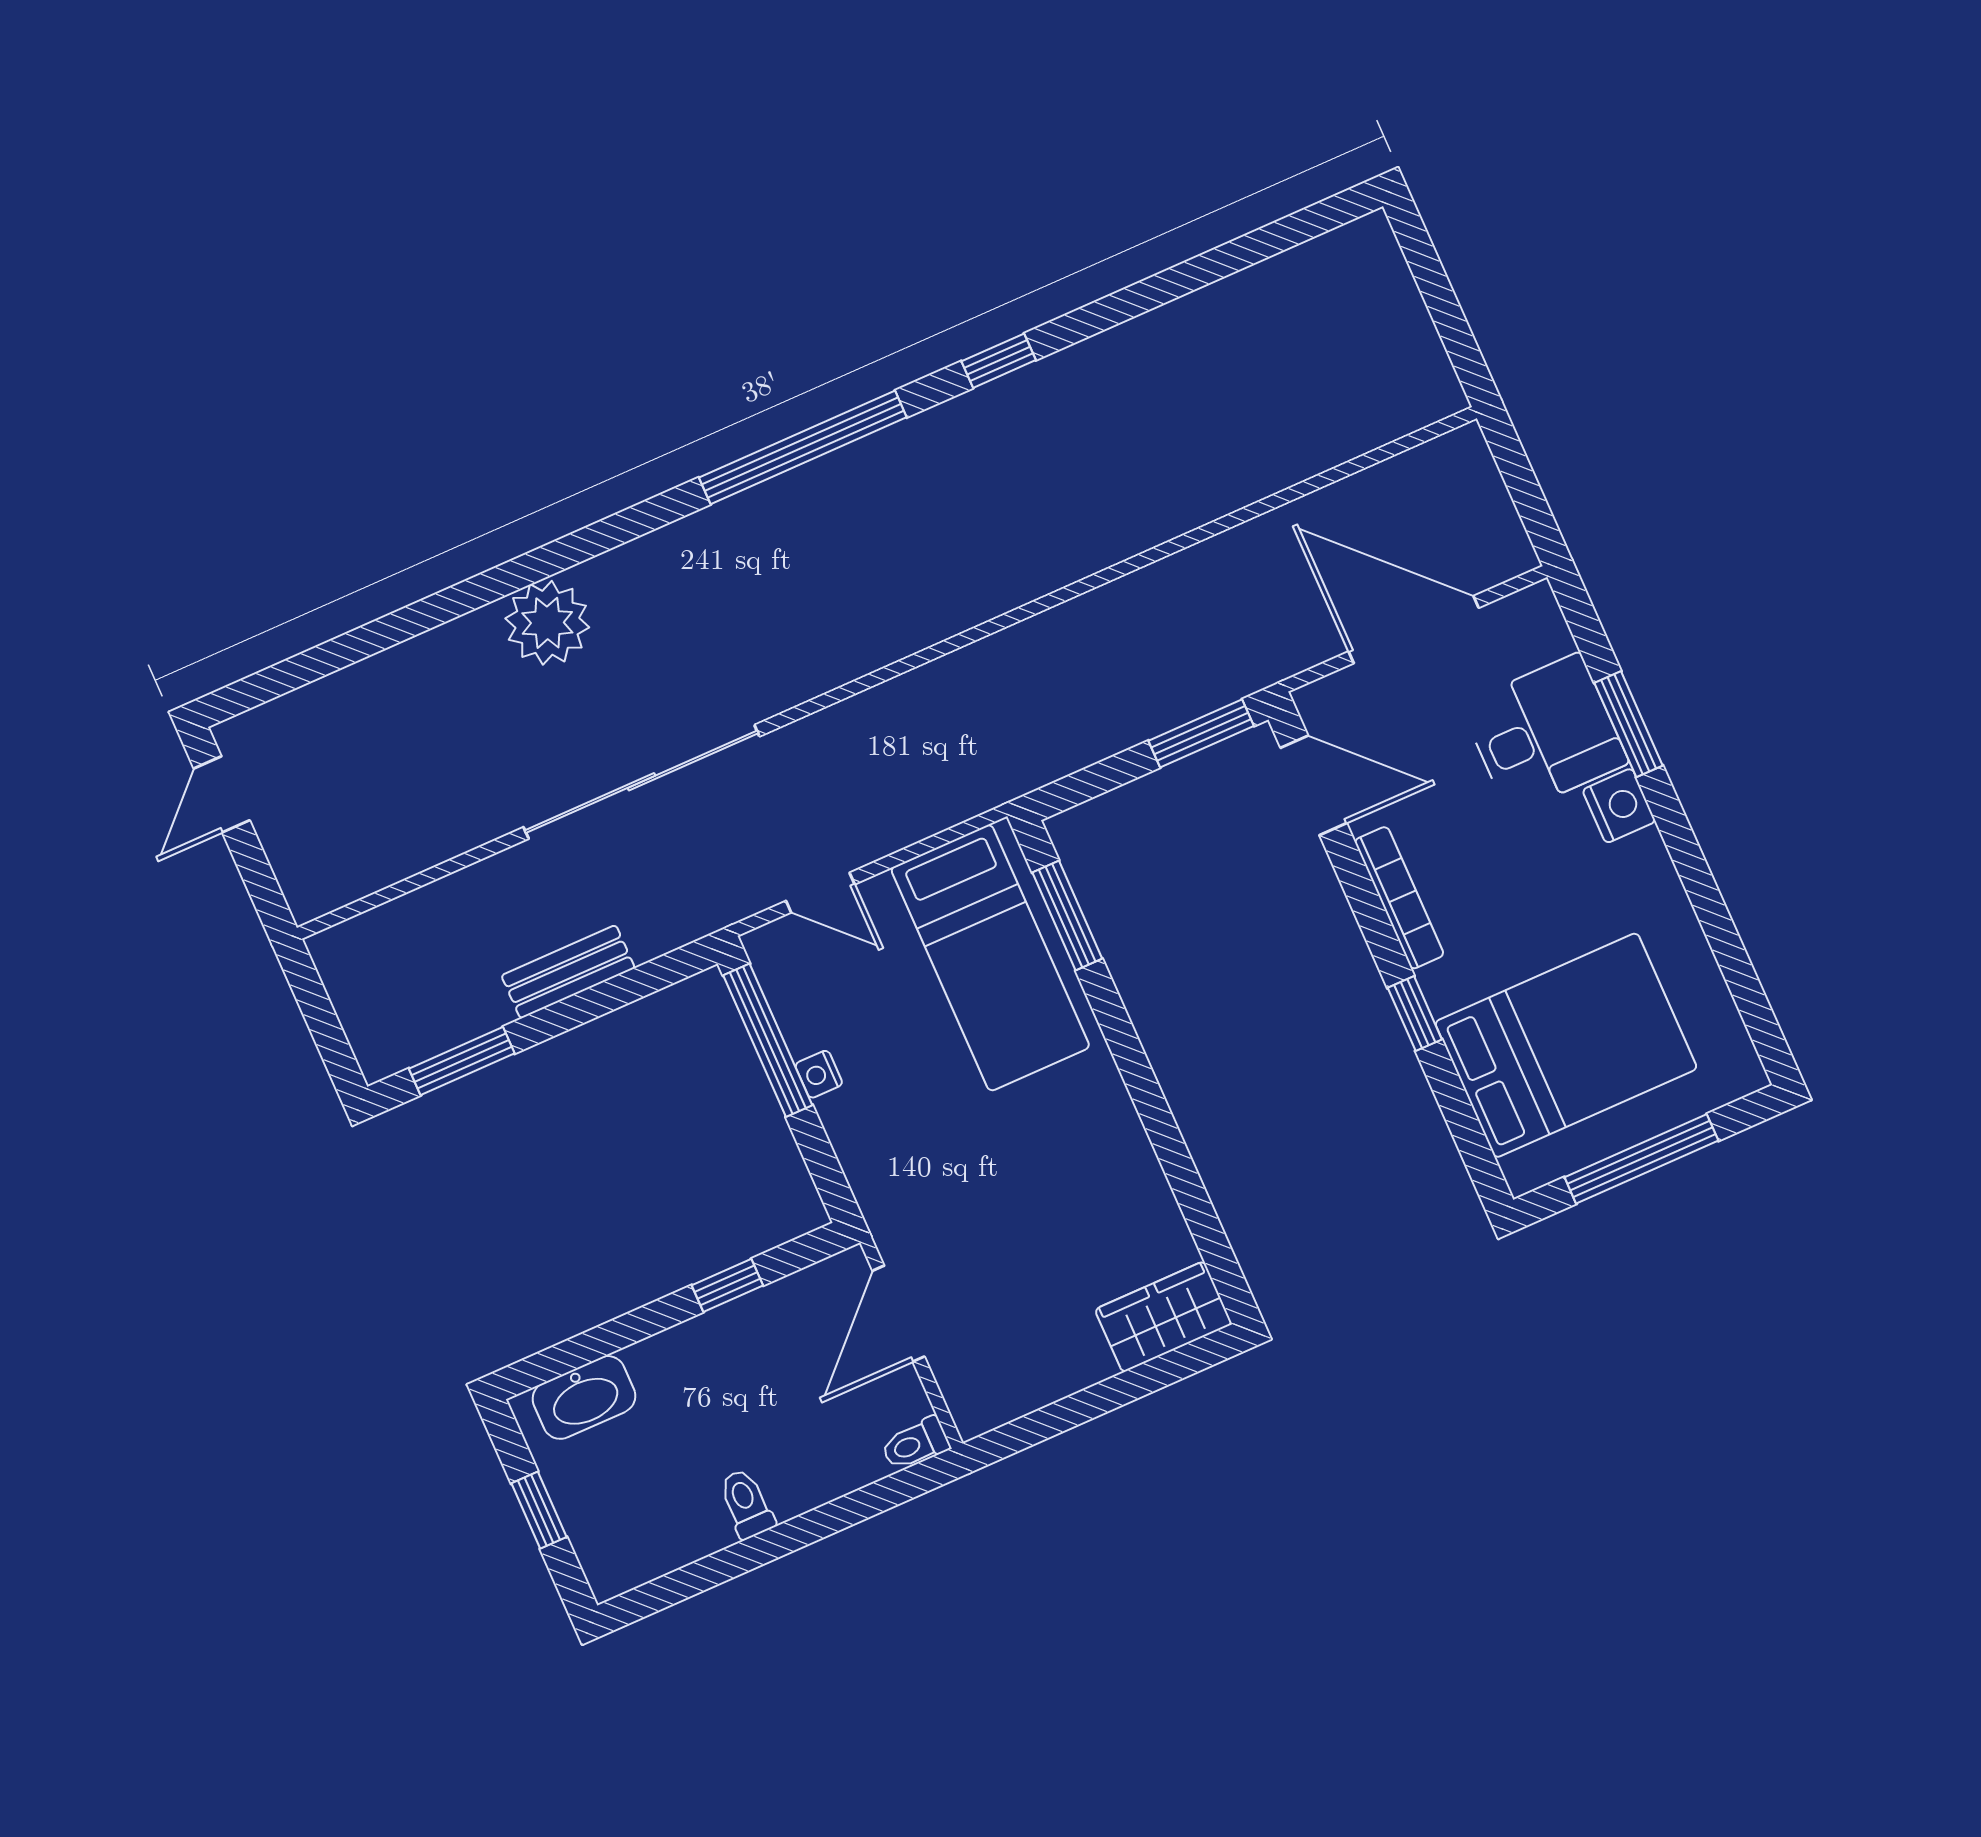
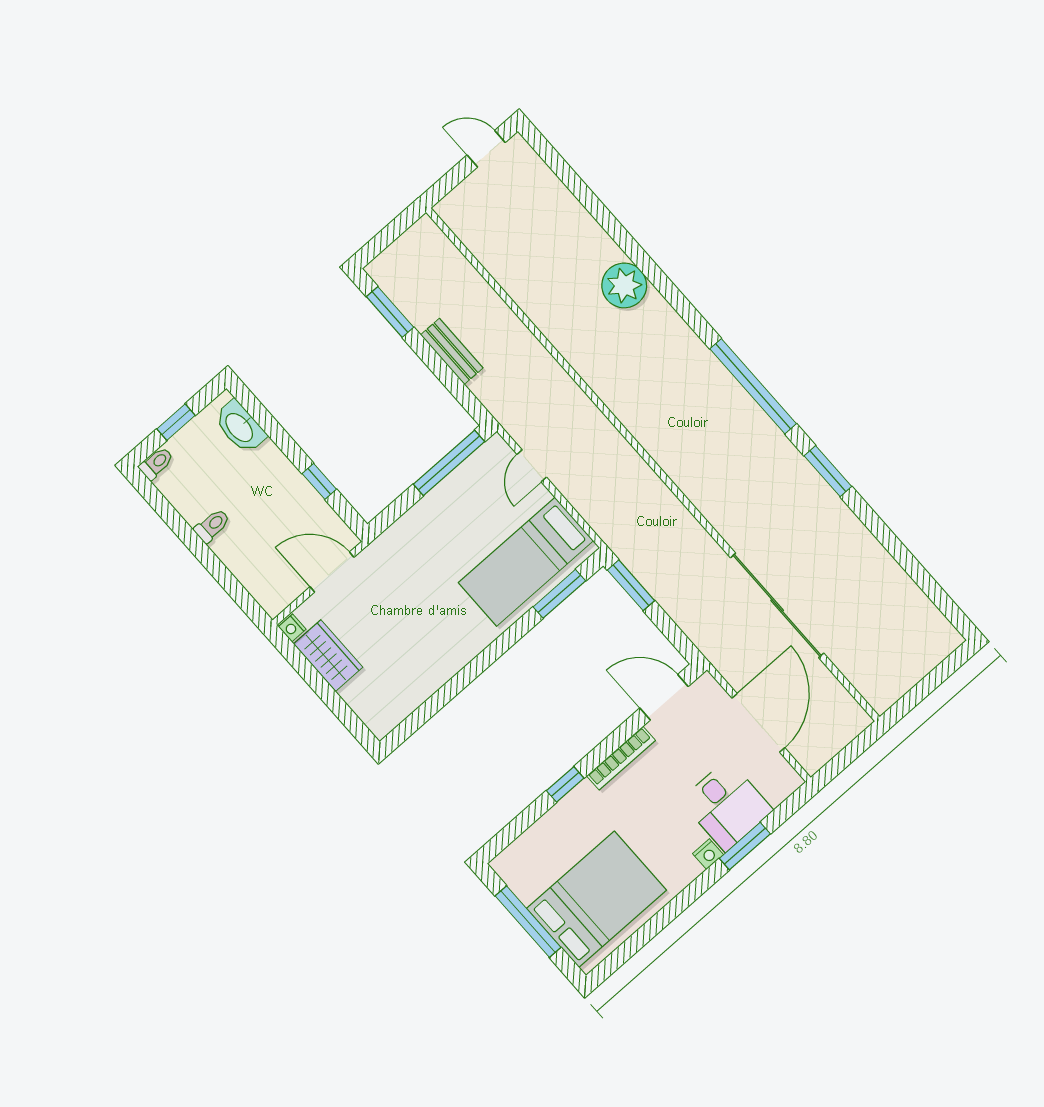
window: (999, 361) -> (828, 471), width x1.50
window: (1201, 733) -> (631, 585), moved
sliding door: (642, 782) -> (777, 605), moved
door: (1314, 785) -> (664, 697), swing flipped
nightstand: (1619, 806) -> (708, 854), width x0.72, depth x0.74
bed: (1566, 1045) -> (597, 899), moved, turned -90
nightstand: (819, 1074) -> (292, 628), moved, turned -90
wardrobe: (1163, 1317) -> (328, 656), moved
toilet: (915, 1444) -> (156, 463), moved, turned 90

